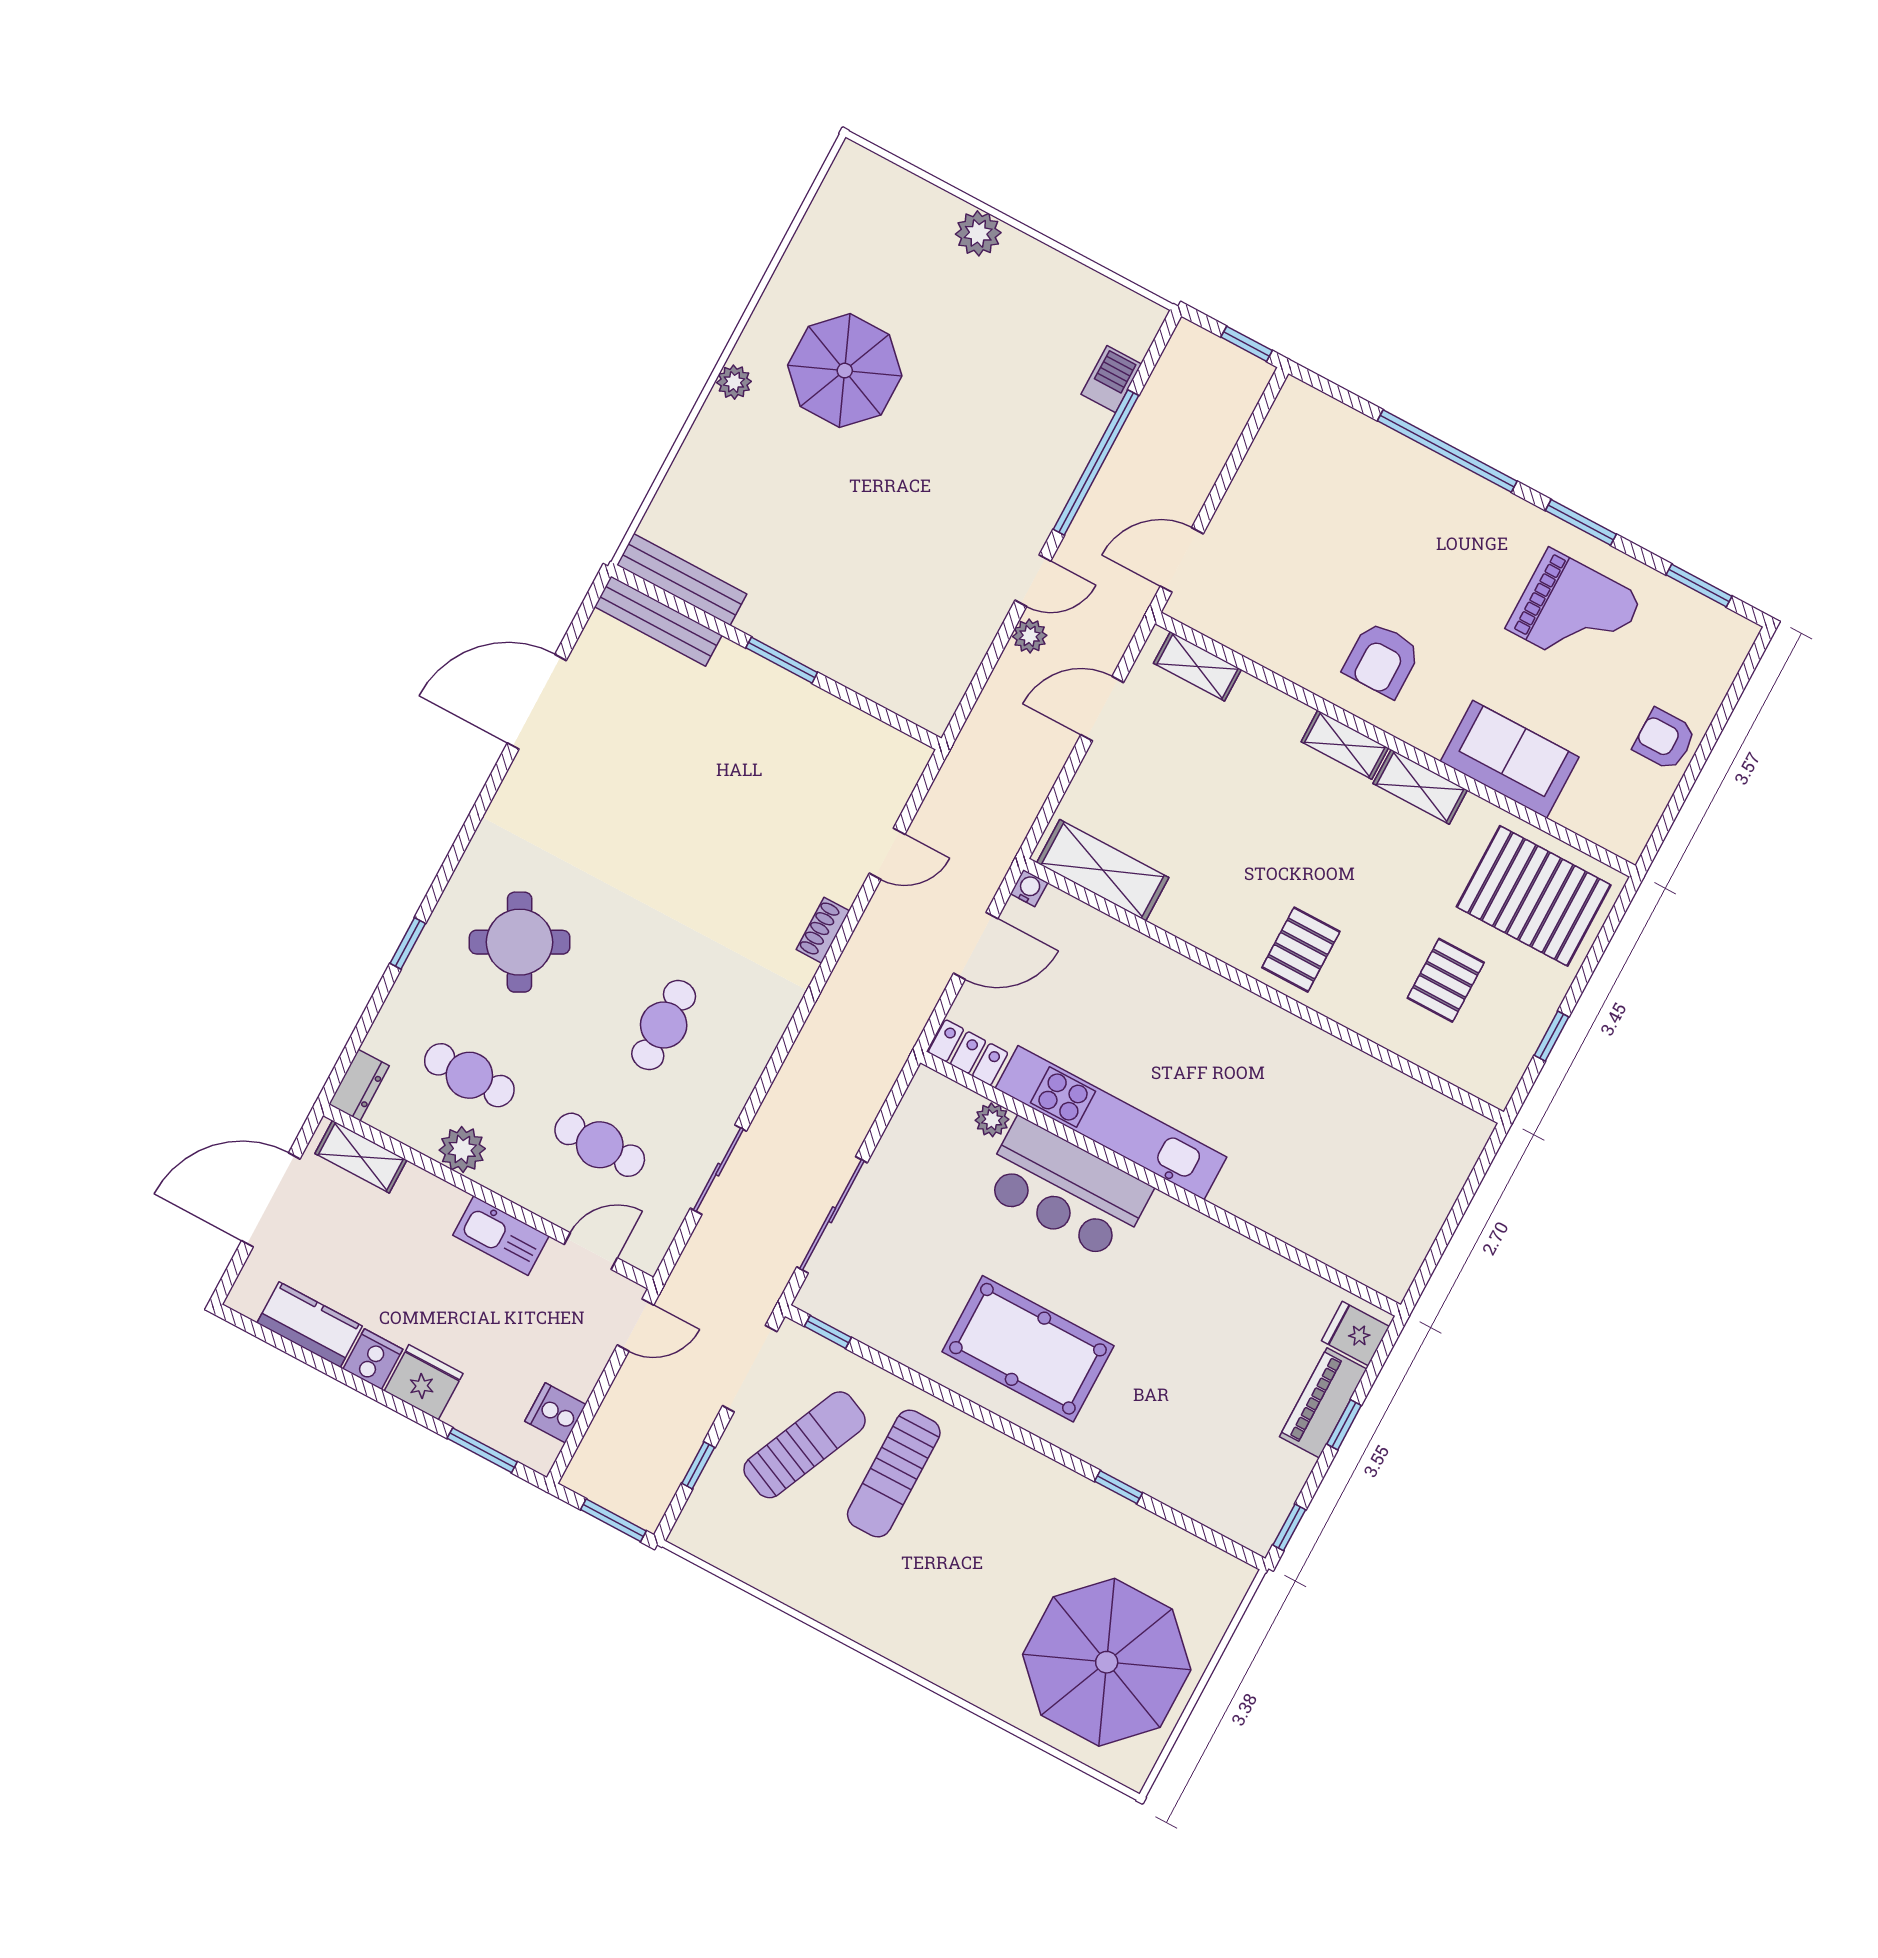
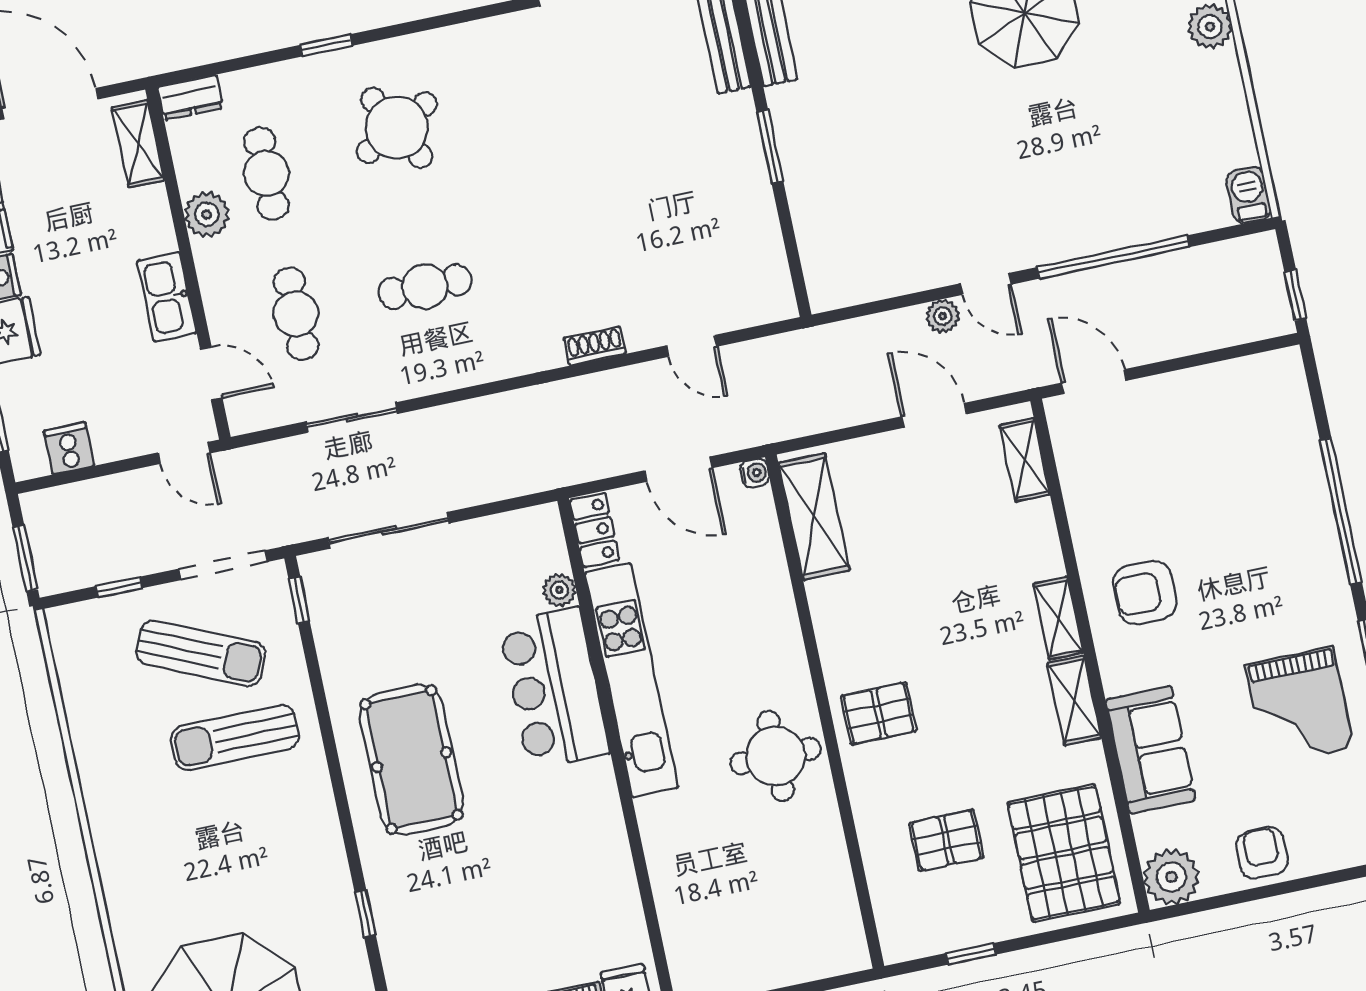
barbecue: (1111, 379) -> (1249, 195), moved, turned -90
plant: (1624, 827) -> (1171, 877), added
round table: (1266, 1059) -> (775, 756), added

